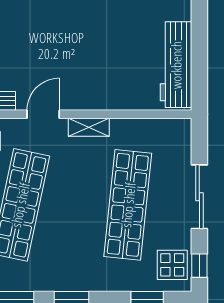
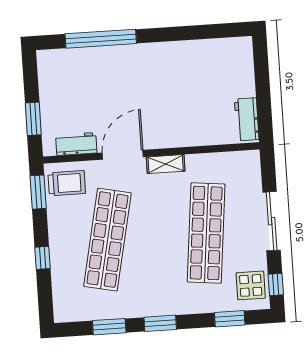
workbench: (176, 65) -> (247, 119), width x0.53, depth x0.76
door: (43, 114) -> (123, 155), width x1.36

